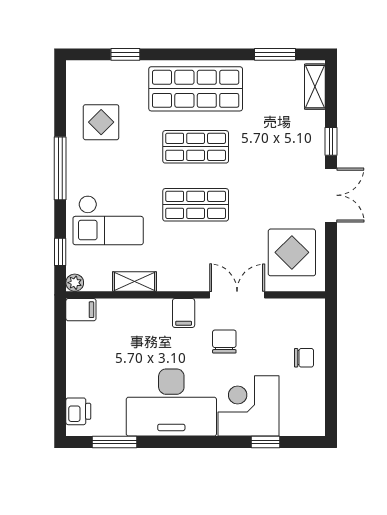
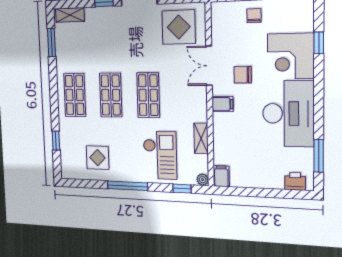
shop shelf: (196, 89) -> (75, 95), width x0.70, depth x0.74

